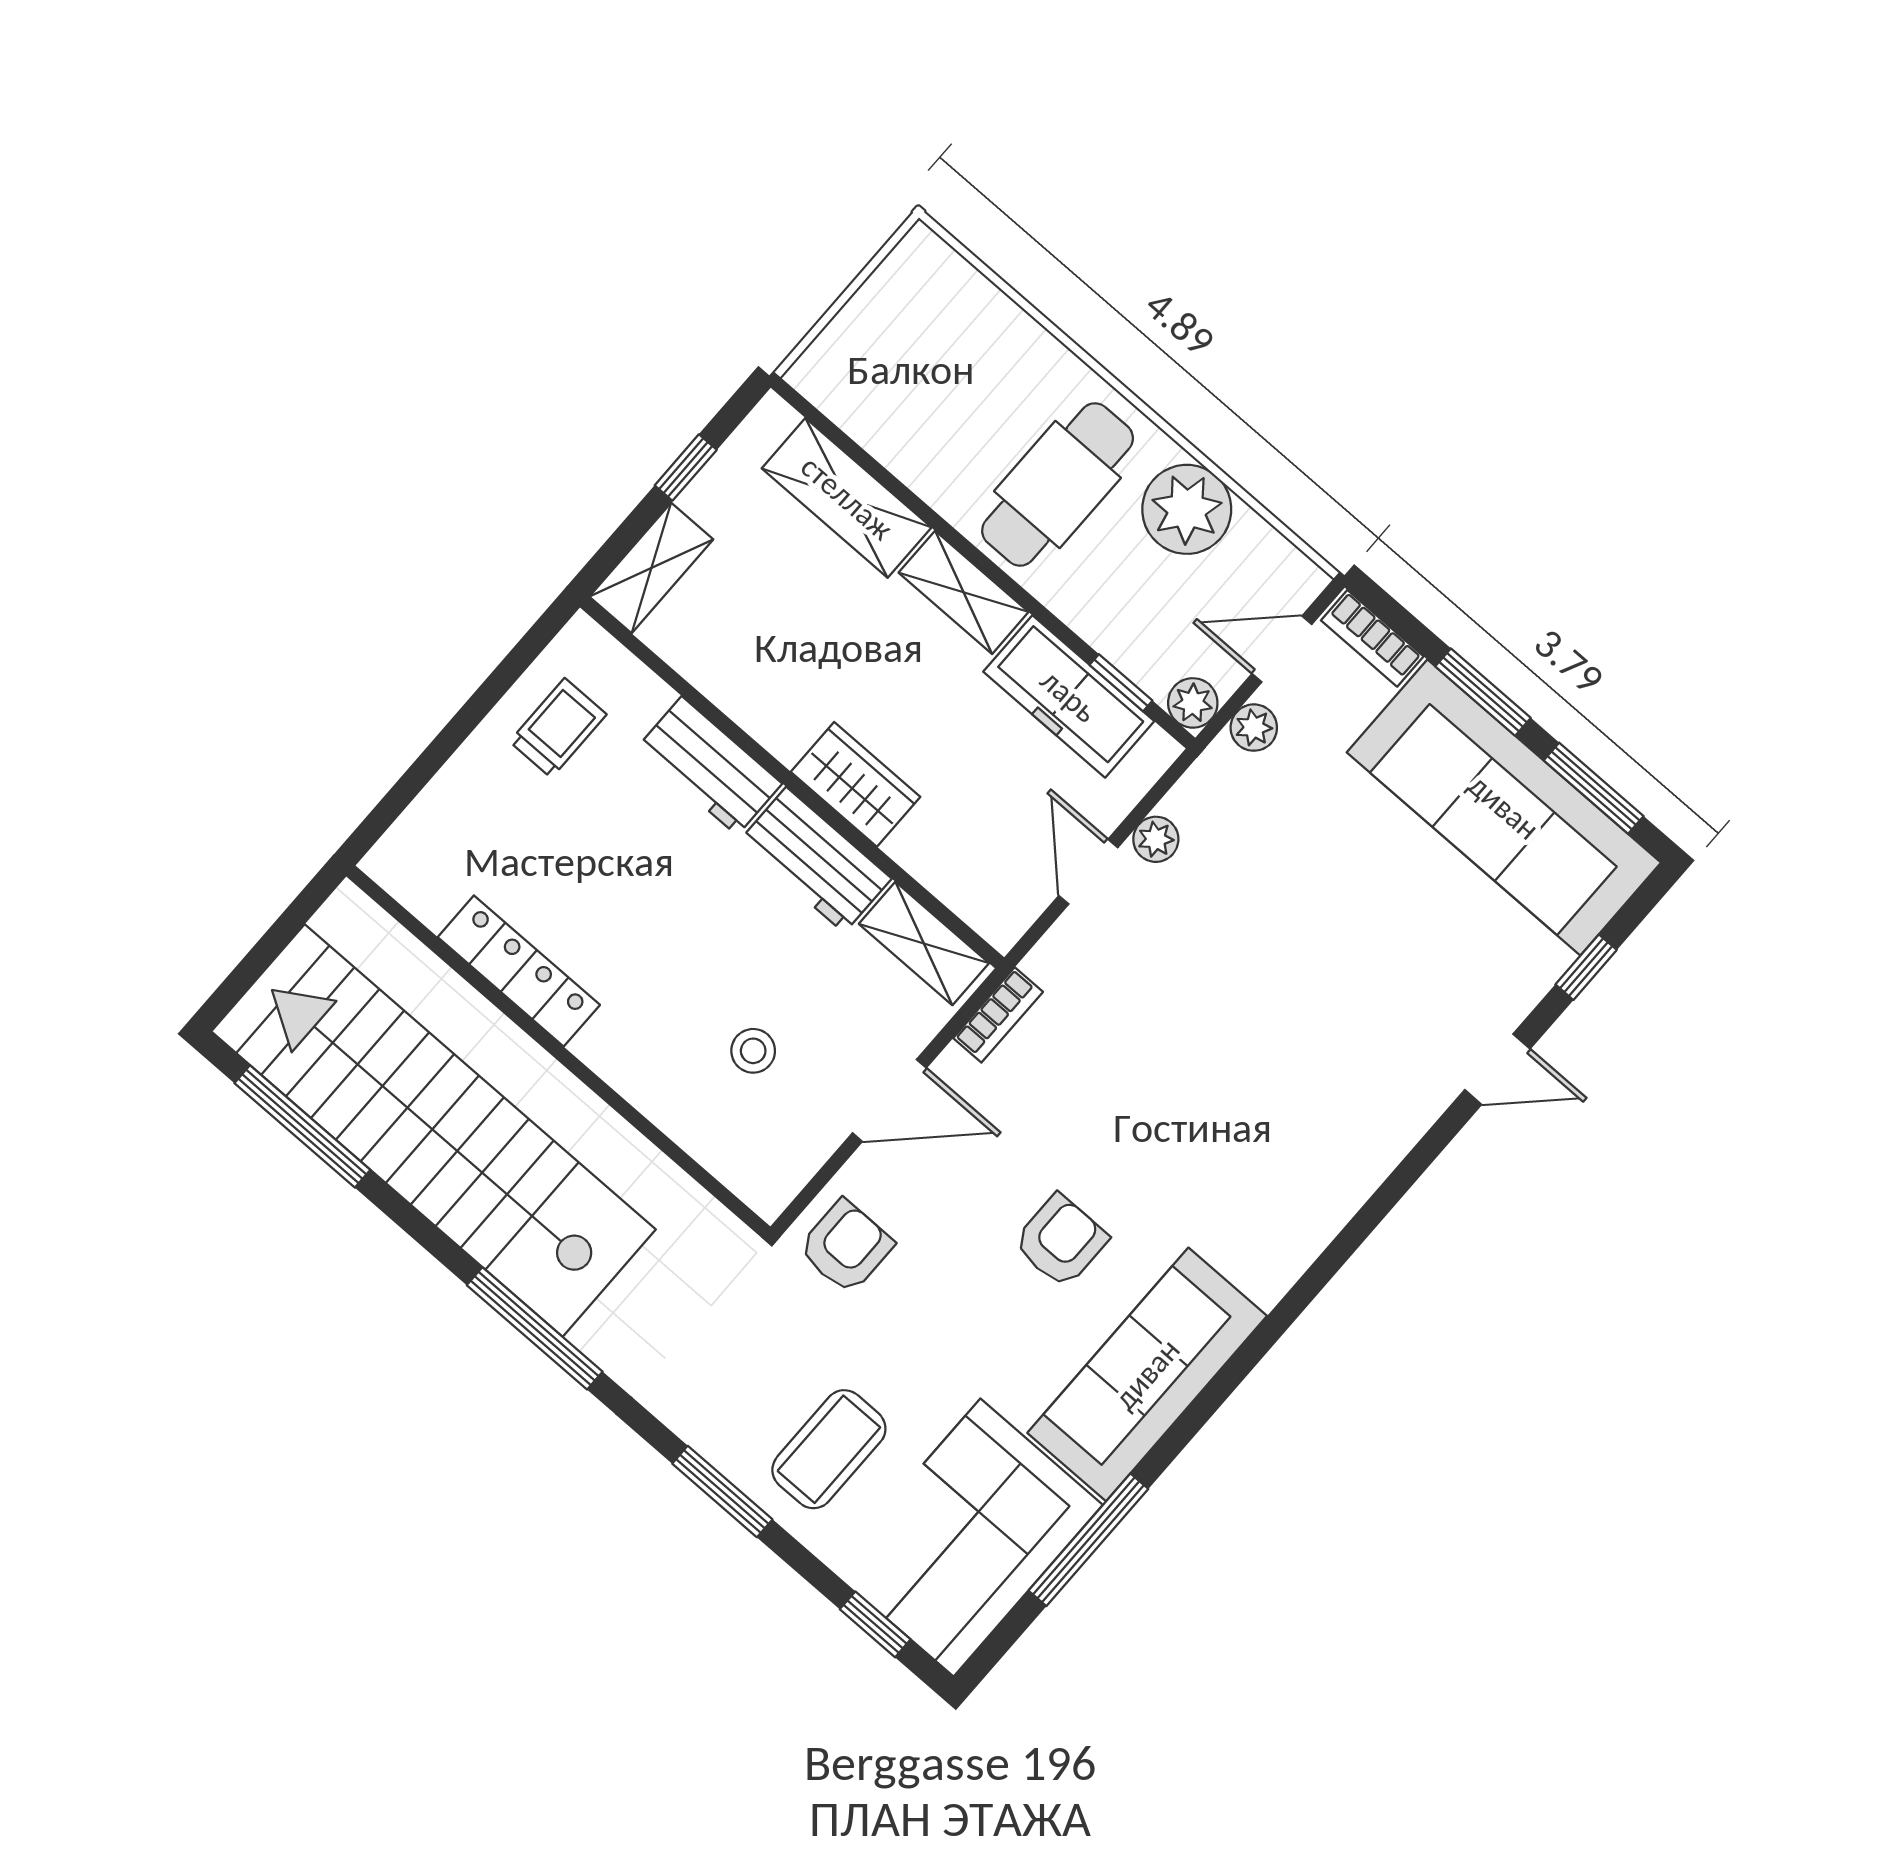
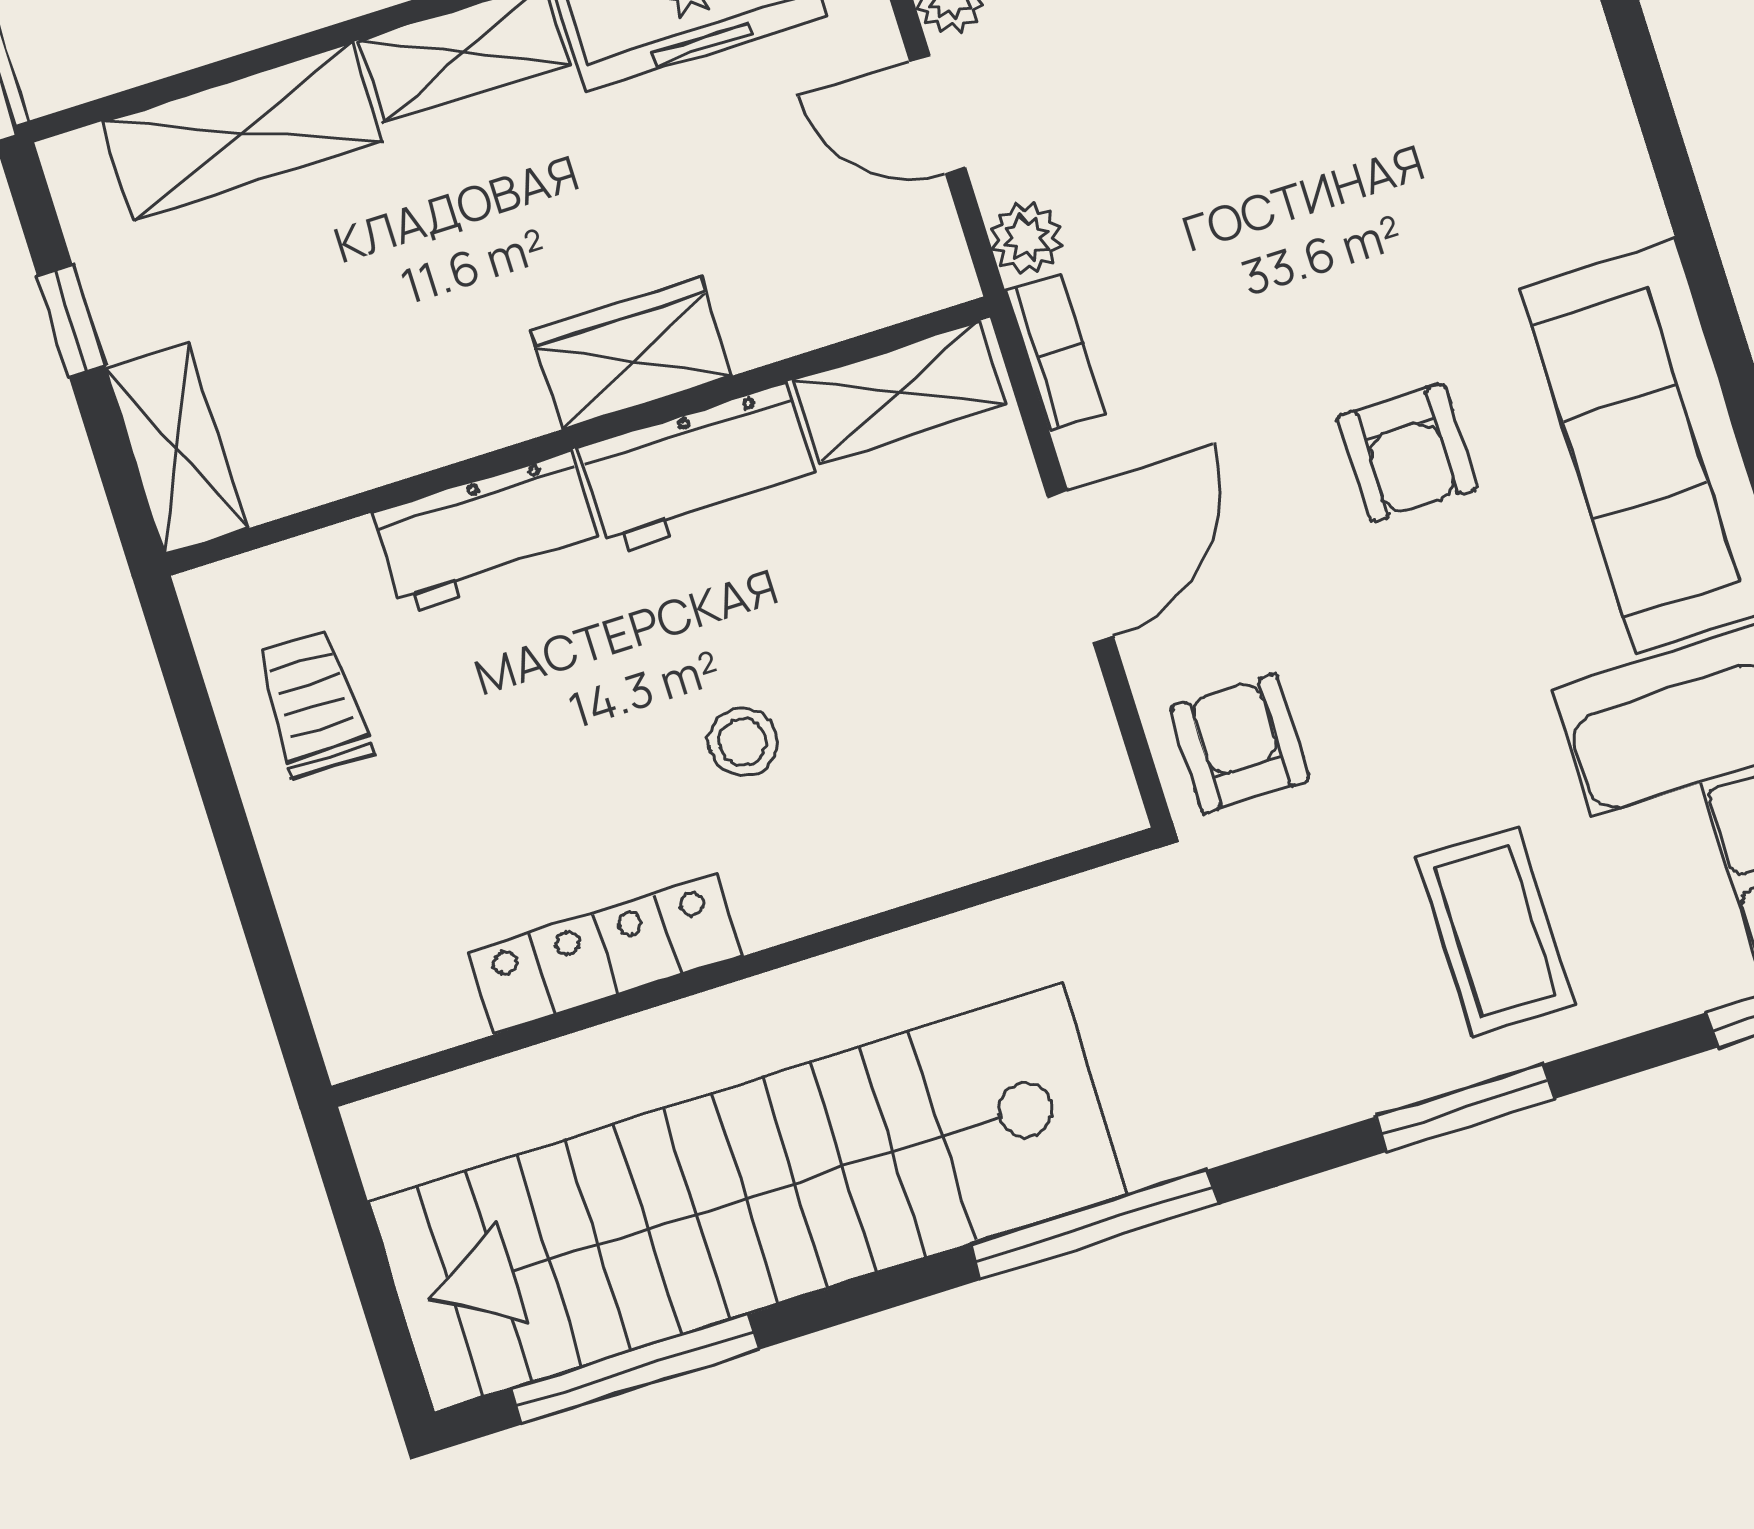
plant: (1050, 961) -> (1026, 238), added
stool: (753, 1051) -> (743, 742), moved
armchair: (1061, 1241) -> (1407, 453), turned 180

